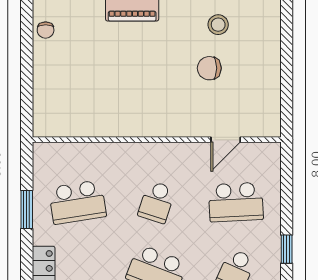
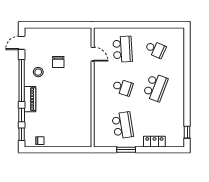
stool: (218, 25) -> (38, 72), moved
window: (287, 249) -> (145, 25), removed

